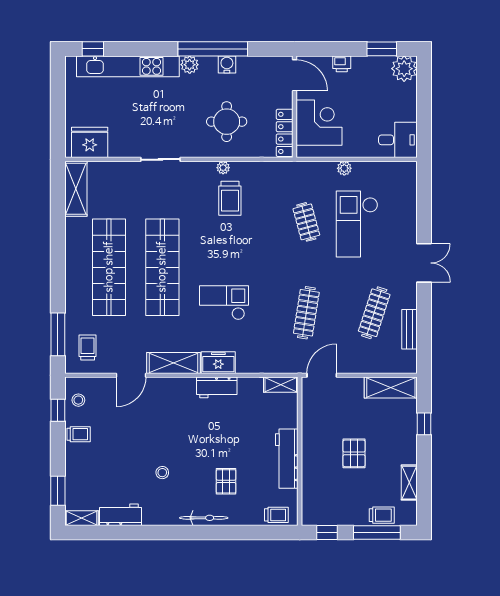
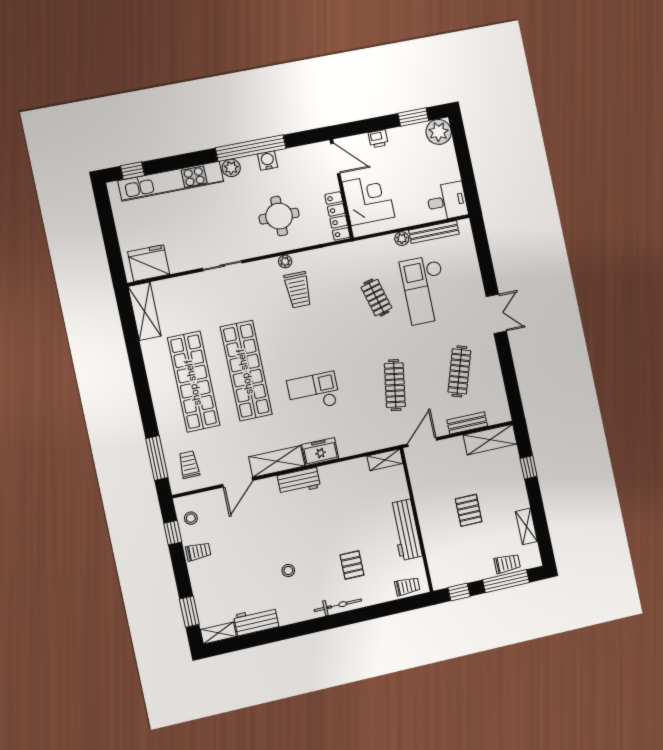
bench: (378, 168) -> (434, 232), added
bench: (410, 329) -> (467, 423), moved, turned 90
workbench: (217, 387) -> (299, 481), moved

